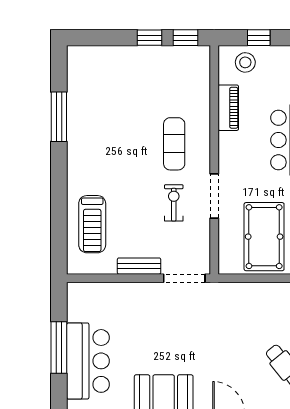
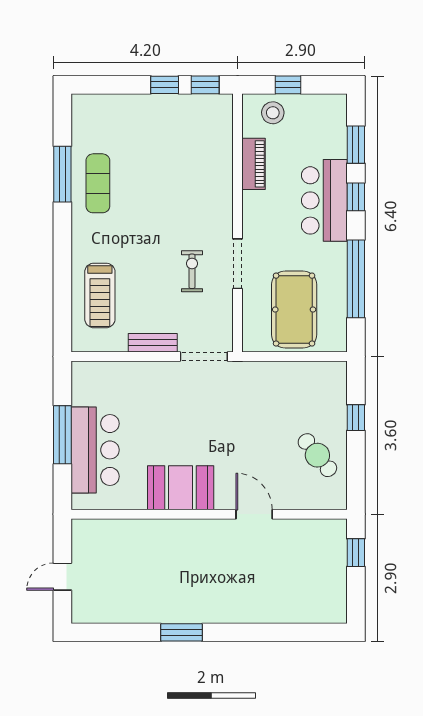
exercise mat: (174, 144) -> (98, 183), moved

